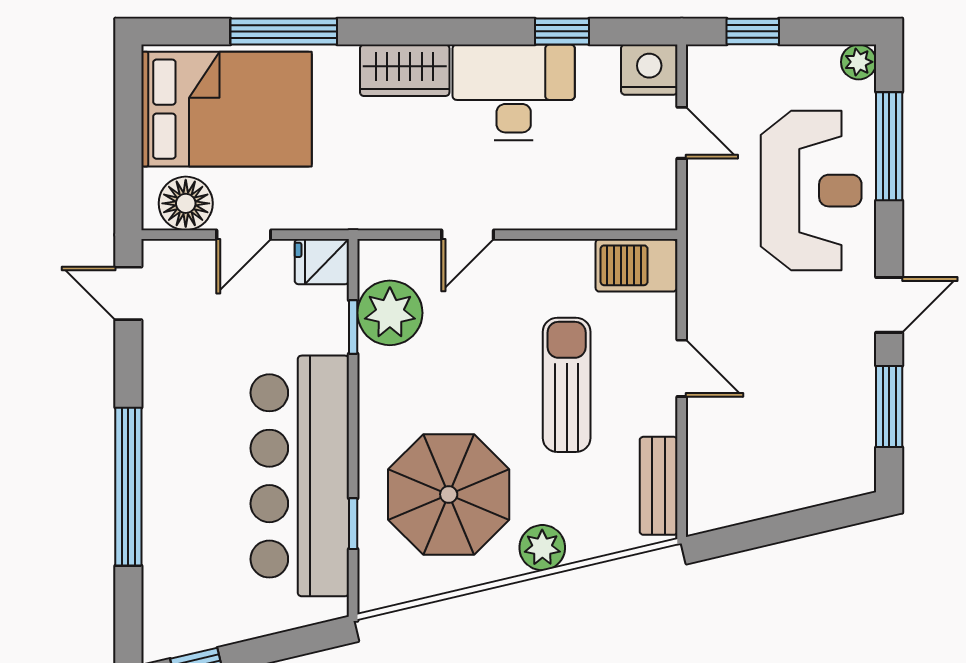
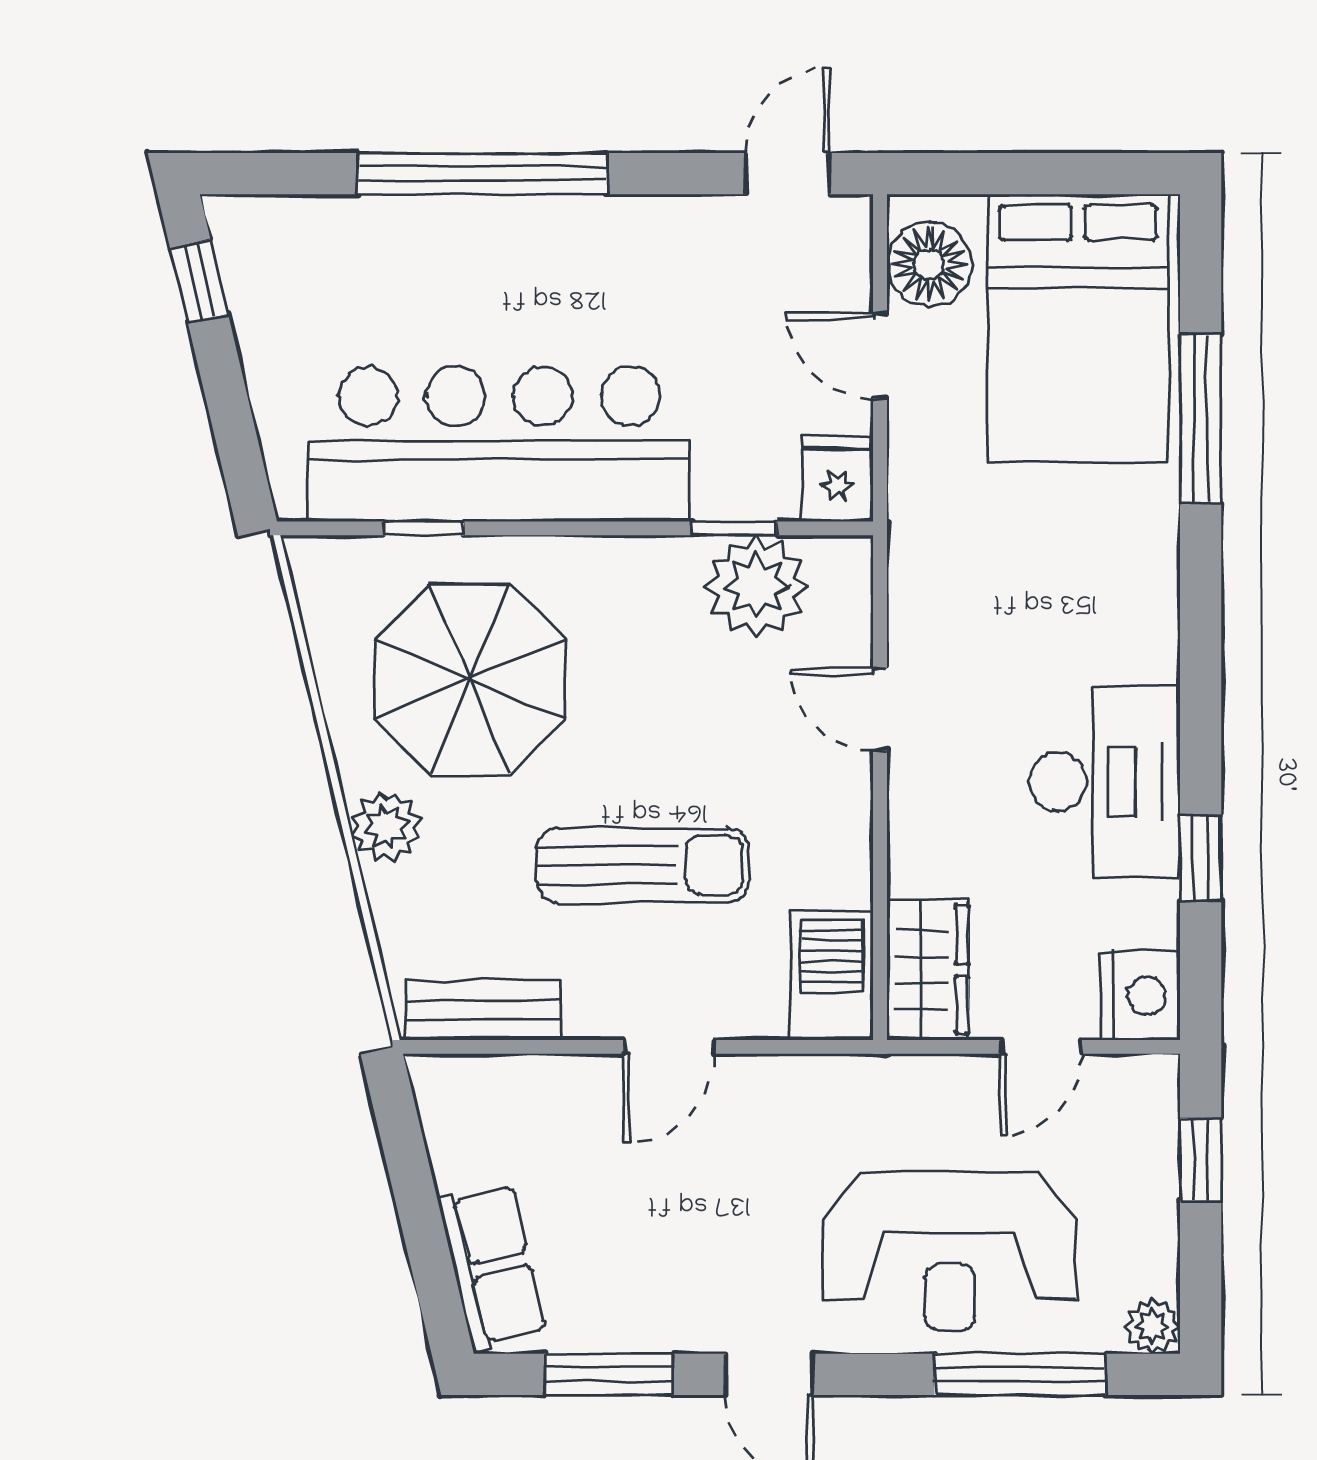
wardrobe: (405, 70) -> (928, 970), moved, turned 180
row of seats: (821, 480) -> (492, 1266), added

